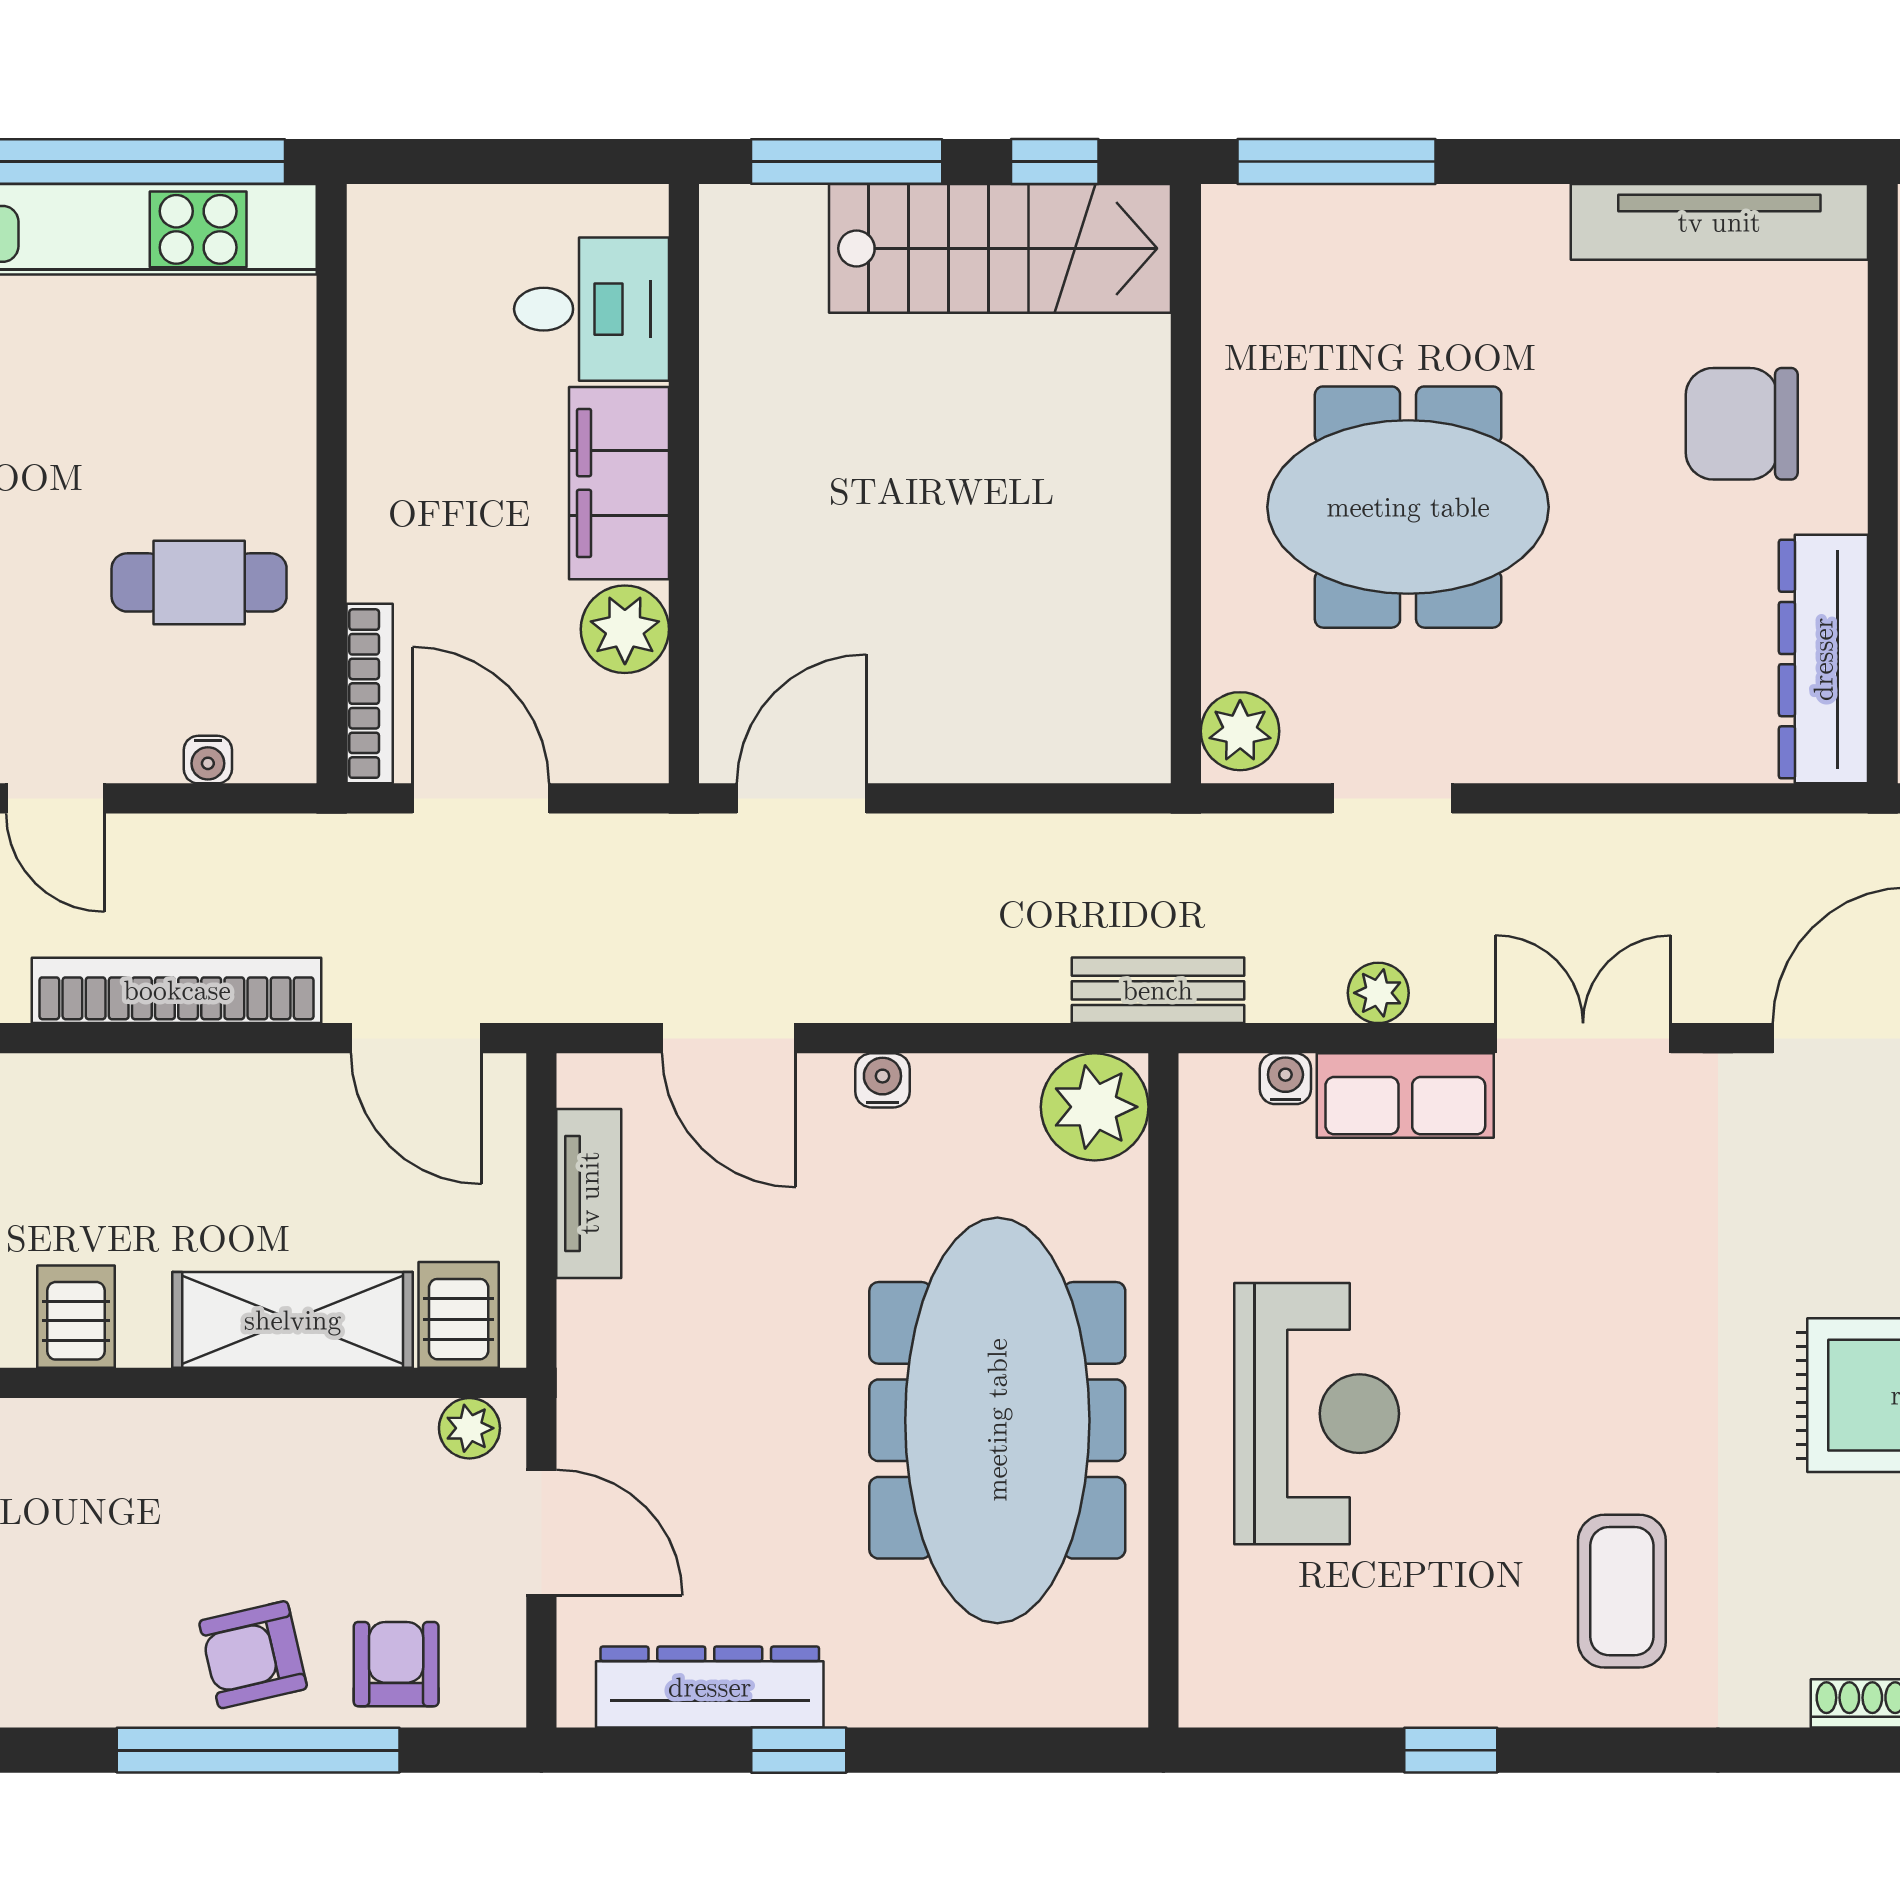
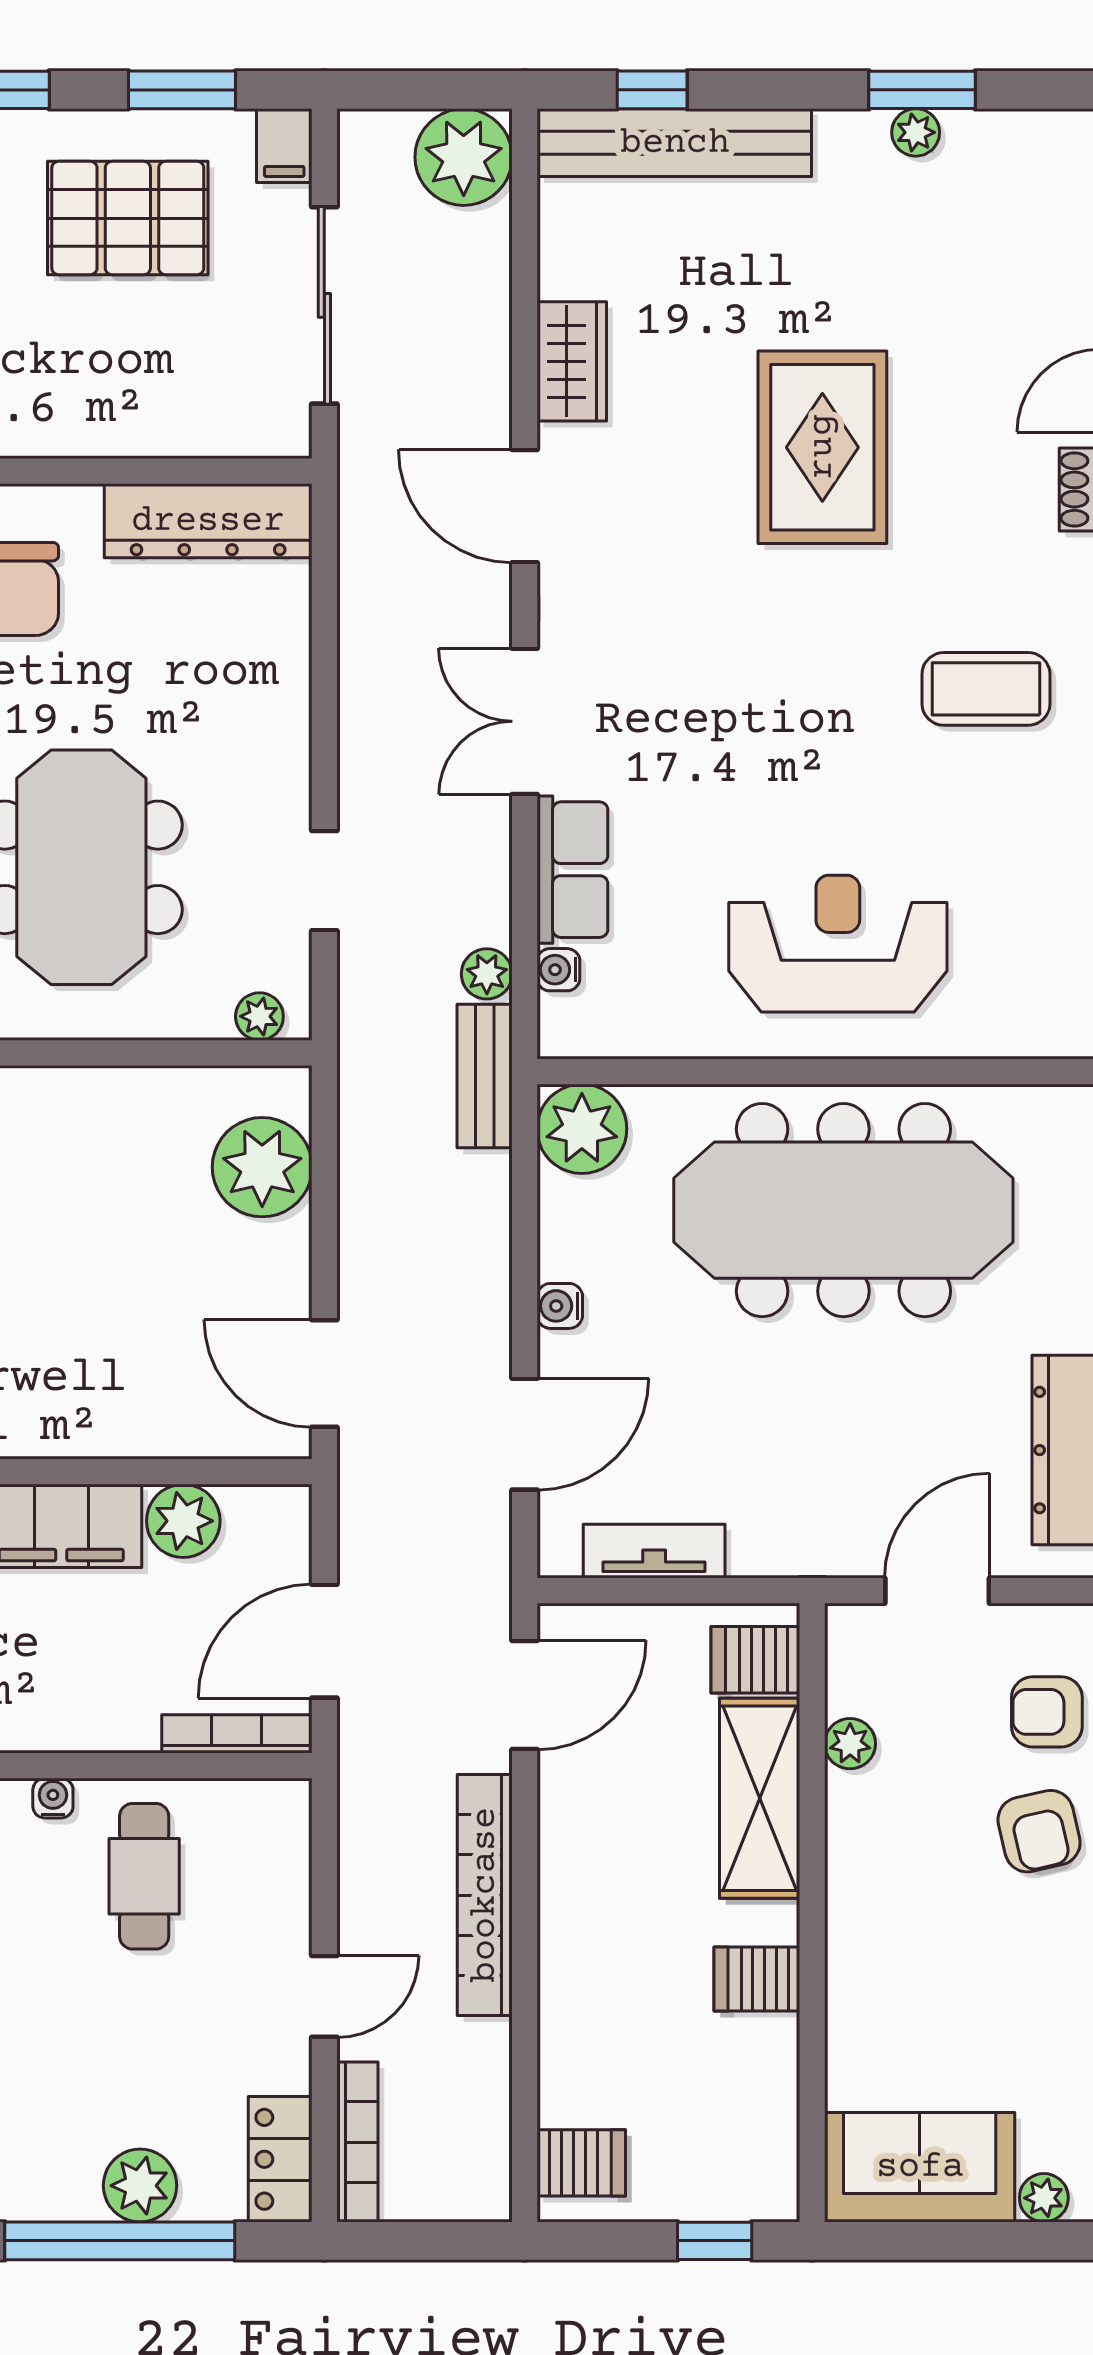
plant: (1049, 724) -> (262, 1167), added
plant: (1240, 731) -> (259, 1016), width x0.73, depth x0.73
water cooler: (208, 760) -> (53, 1798), moved, turned -90
plant: (1378, 993) -> (487, 974), moved
plant: (469, 1428) -> (850, 1744), moved

